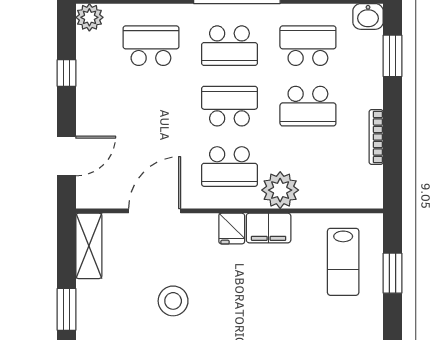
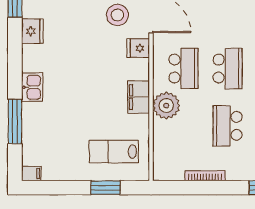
school desk: (229, 167) -> (183, 69), turned 180
fridge: (232, 229) -> (138, 48), moved
stool: (173, 301) -> (117, 15), moved

